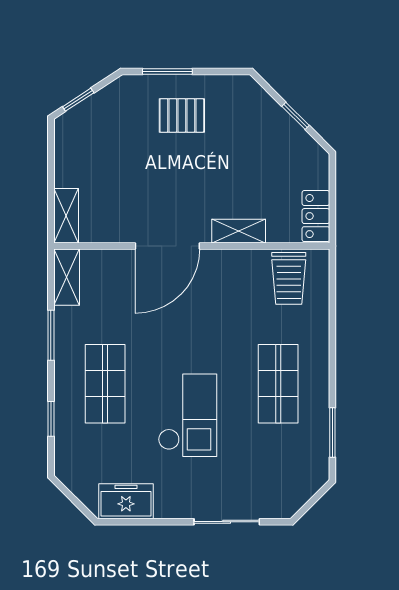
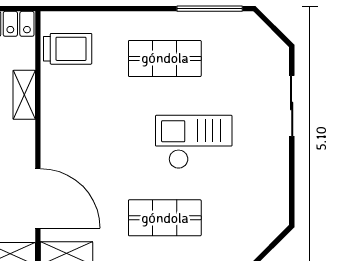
door: (167, 246) -> (38, 198), moved
window: (332, 433) -> (210, 9), width x1.44
freezer: (126, 501) -> (273, 199), removed

